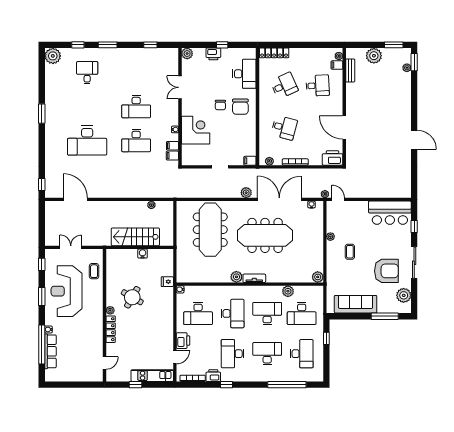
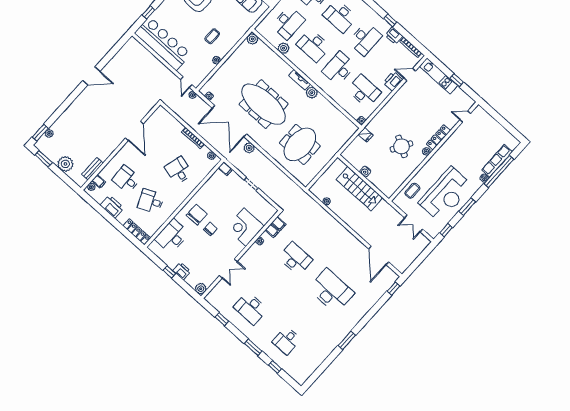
plant: (53, 56) -> (301, 375), removed
desk: (136, 107) -> (251, 308), moved, turned 180
door: (414, 140) -> (91, 76), swing flipped
printer: (333, 158) -> (112, 207), moved, turned 180
bar counter: (390, 213) -> (163, 44), width x1.36
meeting table: (210, 230) -> (300, 144), width x0.73
desk: (302, 313) -> (288, 23), turned 90

